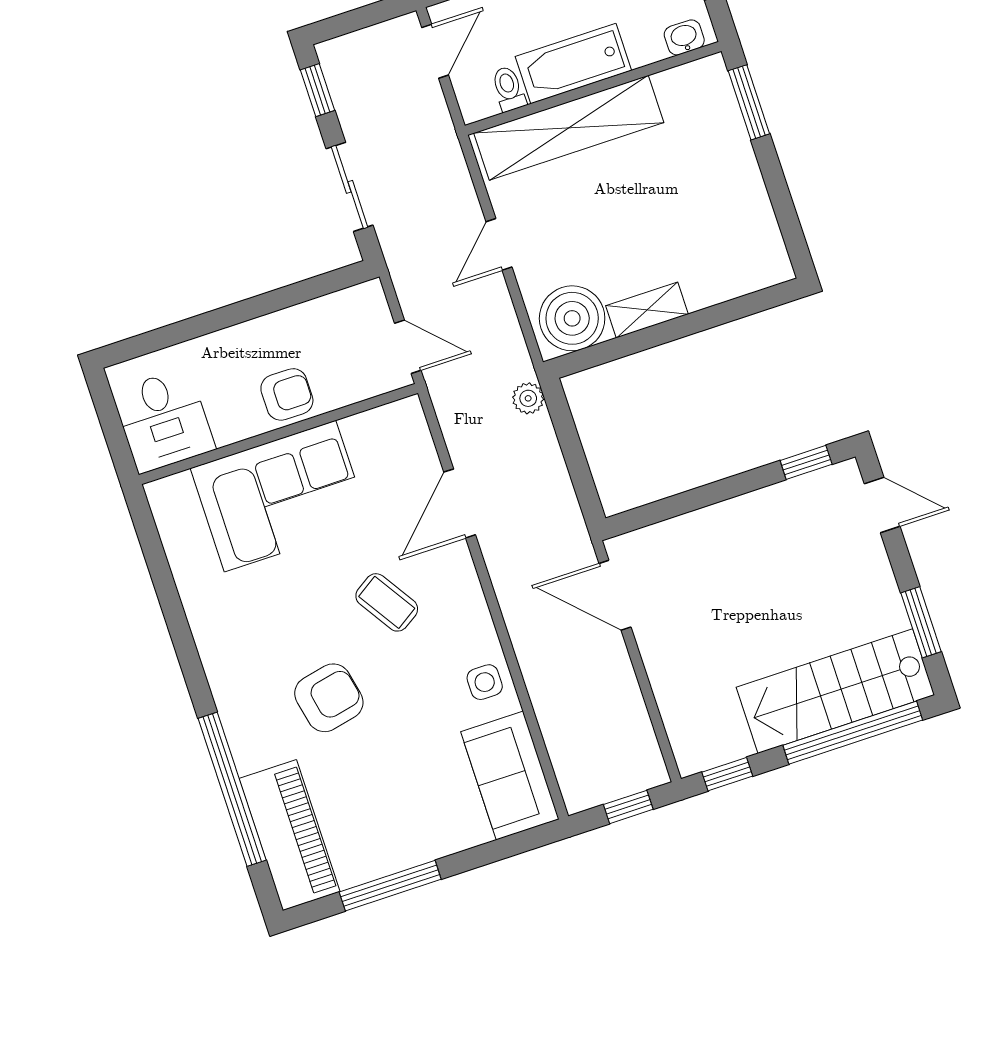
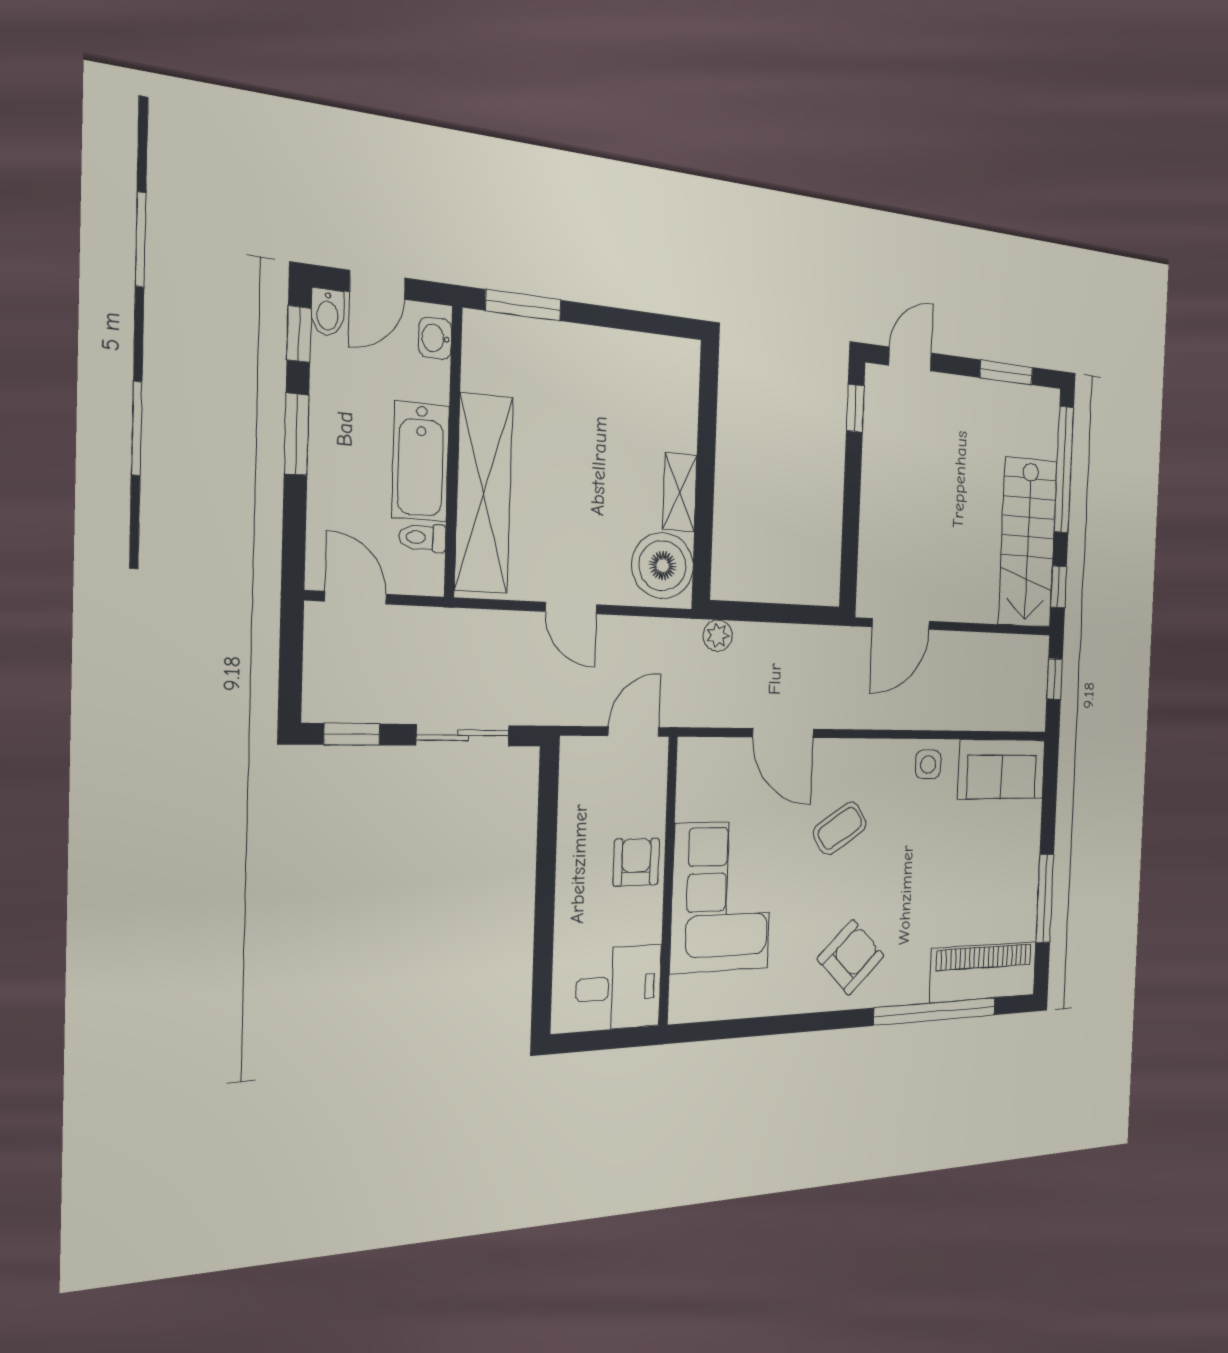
stairs: (835, 691) -> (1028, 542), moved
armchair: (329, 698) -> (851, 957), moved, turned 58

